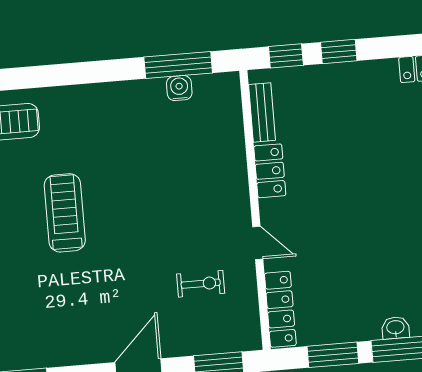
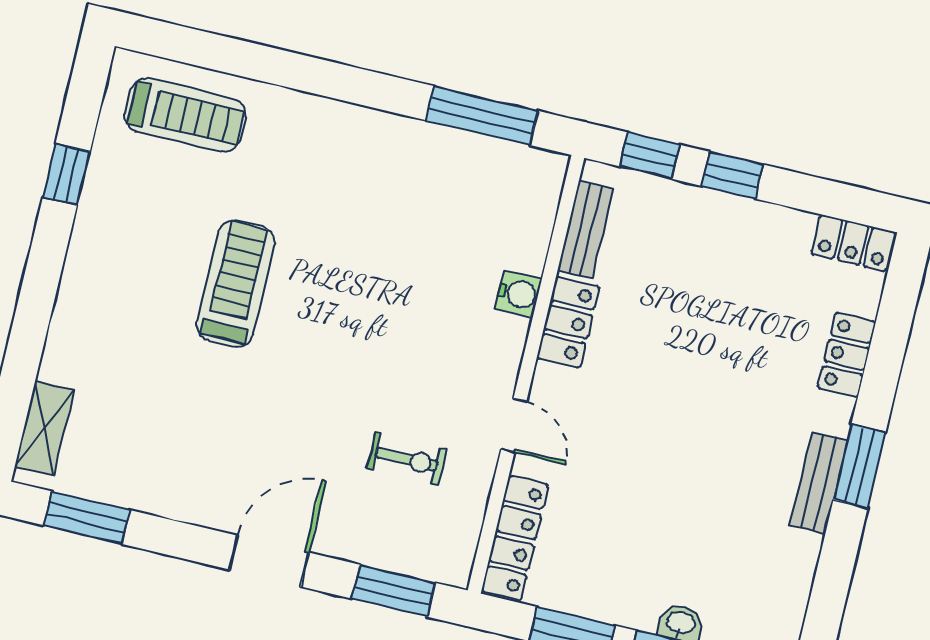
water cooler: (179, 88) -> (518, 294), moved, turned 90

